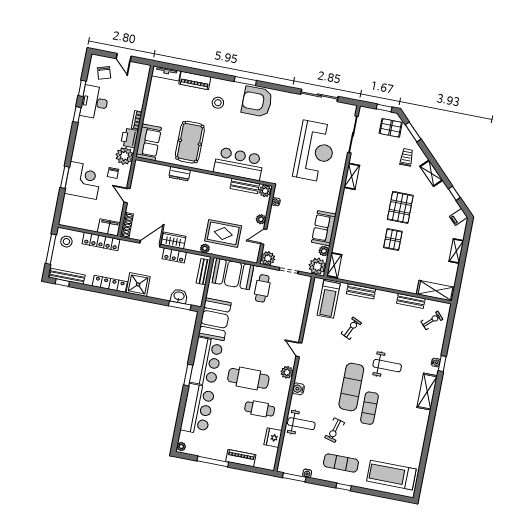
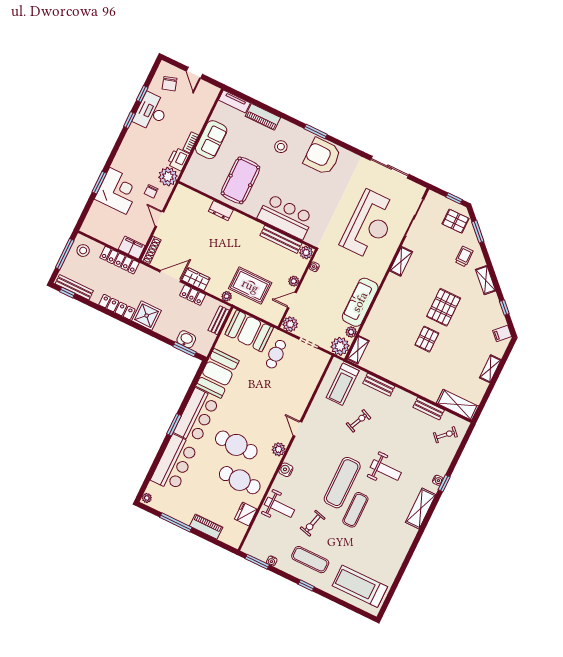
sofa: (149, 142) -> (211, 140), moved
bench: (245, 186) -> (281, 239), width x1.36
sofa: (324, 228) -> (360, 302), width x1.36
cafe table: (260, 409) -> (240, 480), width x1.37, depth x1.35

